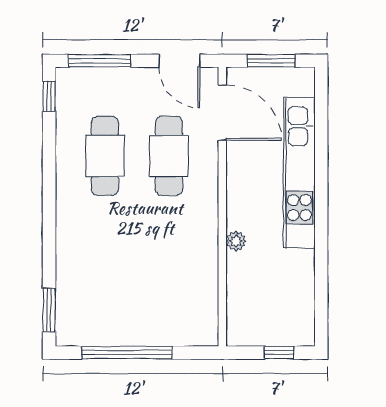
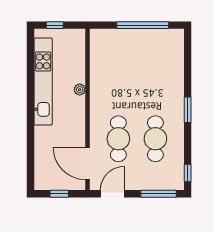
door: (179, 61) -> (112, 194), hinge flipped
window: (271, 61) -> (59, 194), width x0.67
kitchen unit: (299, 173) -> (43, 81), moved
window: (49, 310) -> (188, 110), moved

